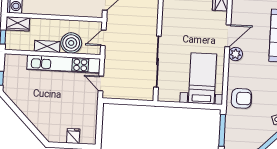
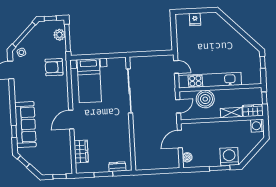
shelving: (47, 46) -> (231, 113), moved
plant: (236, 54) -> (59, 35), moved

